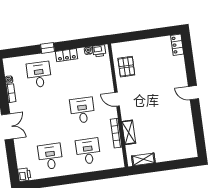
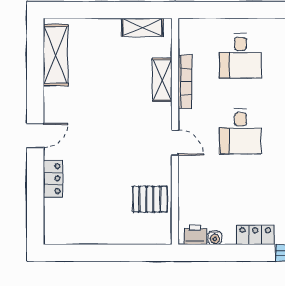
locker: (177, 45) -> (53, 179), moved
pallet: (126, 67) -> (150, 199), turned 90
door: (193, 93) -> (35, 135), hinge flipped
shelving: (188, 138) -> (56, 55), added

